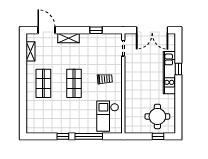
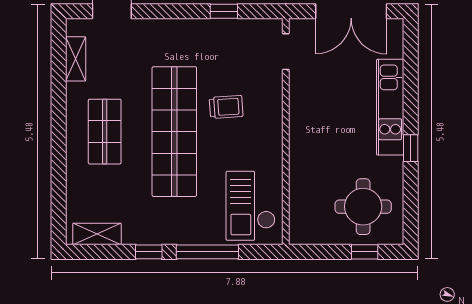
shelving: (68, 38) -> (97, 234), moved
window: (178, 69) -> (411, 148), moved
trolley: (105, 79) -> (226, 107), moved
shop shelf: (74, 83) -> (174, 132), width x2.00, depth x1.36

